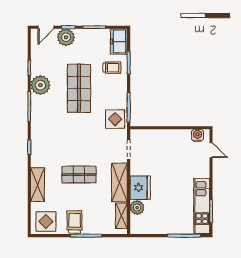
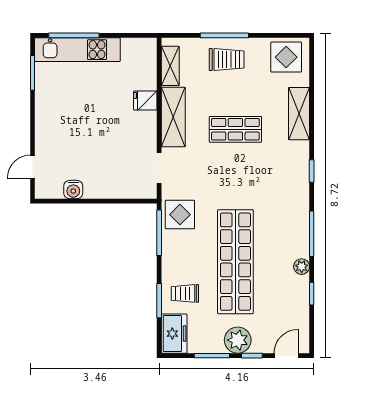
plant: (66, 37) -> (238, 340), moved
plant: (40, 85) -> (302, 267), width x0.53, depth x0.53
shop shelf: (79, 88) -> (235, 262), width x1.40
water cooler: (197, 135) -> (73, 190), moved
door: (211, 150) -> (33, 167), hinge flipped
fridge: (140, 188) -> (145, 101), width x0.53, depth x0.75
kitchen unit: (202, 206) -> (77, 50), moved, turned 90
plant: (137, 208) -> (146, 79), removed
trolley: (75, 222) -> (227, 59), moved, turned -90

